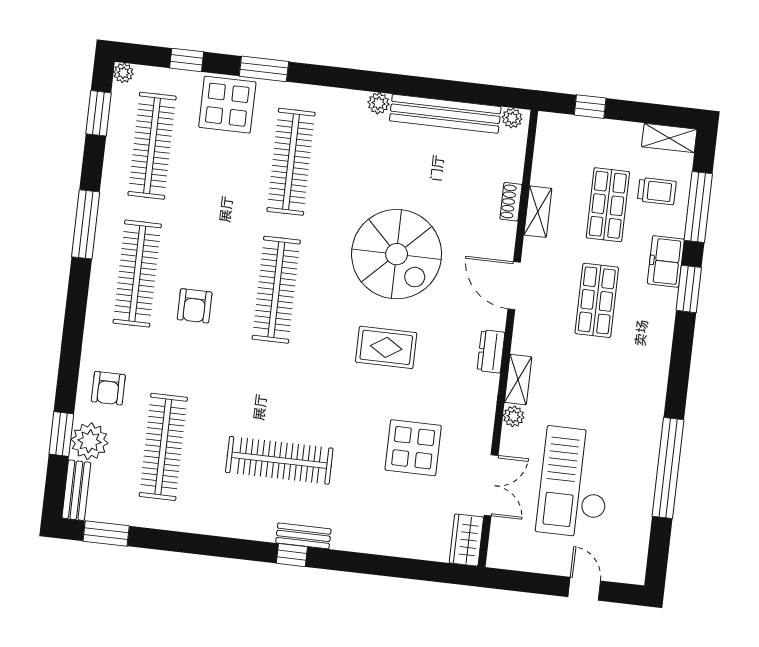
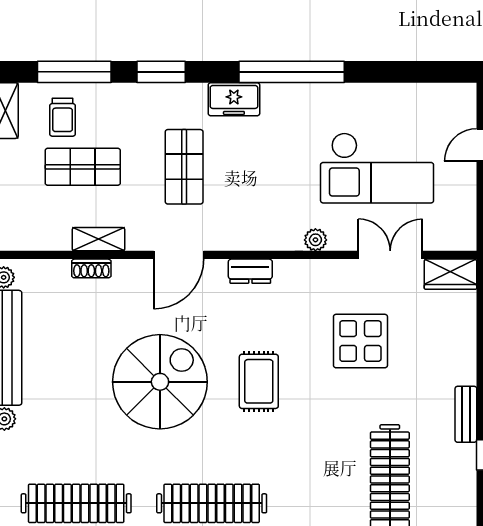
trolley: (657, 191) -> (63, 117), turned 180
freezer: (666, 261) -> (234, 99), moved
shop shelf: (597, 300) -> (184, 167), turned 90
shelving: (518, 380) -> (277, 239), removed
window: (668, 468) -> (292, 72), moved
bench: (303, 536) -> (466, 414), moved

